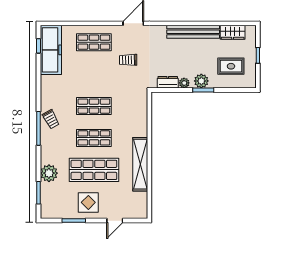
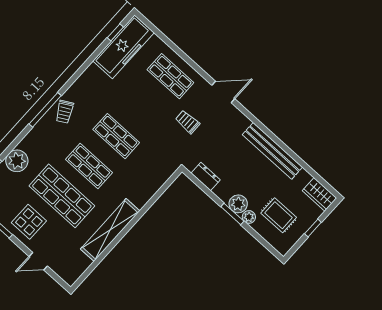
wardrobe: (233, 32) -> (320, 194), moved
plant: (184, 83) -> (249, 217), moved

